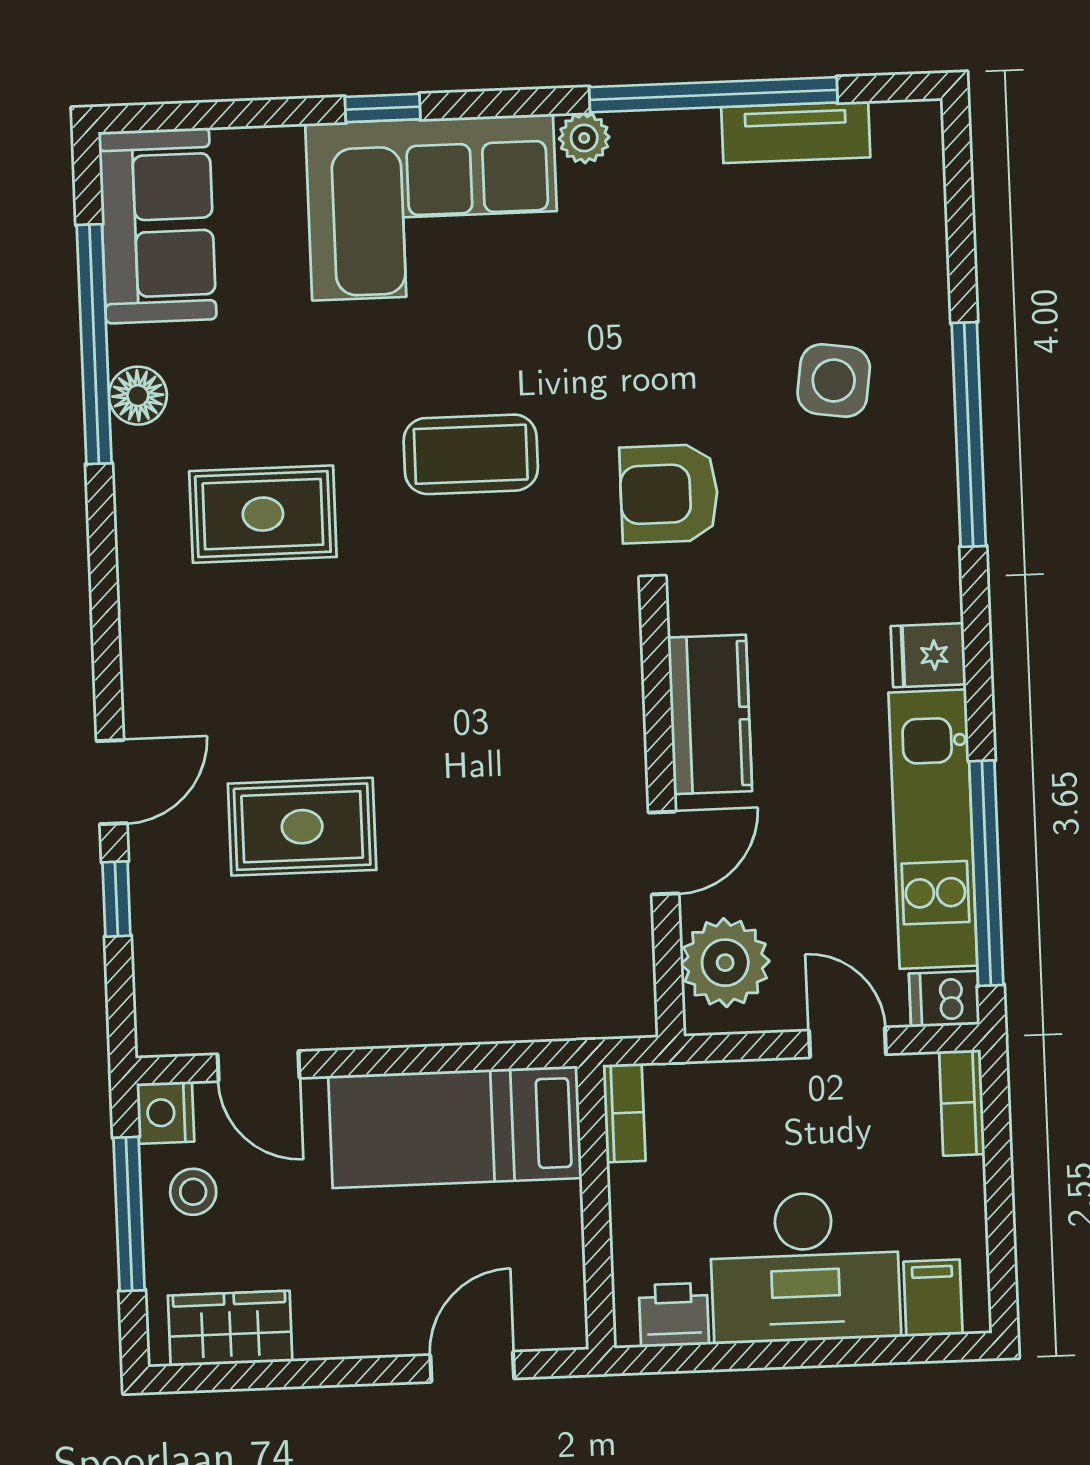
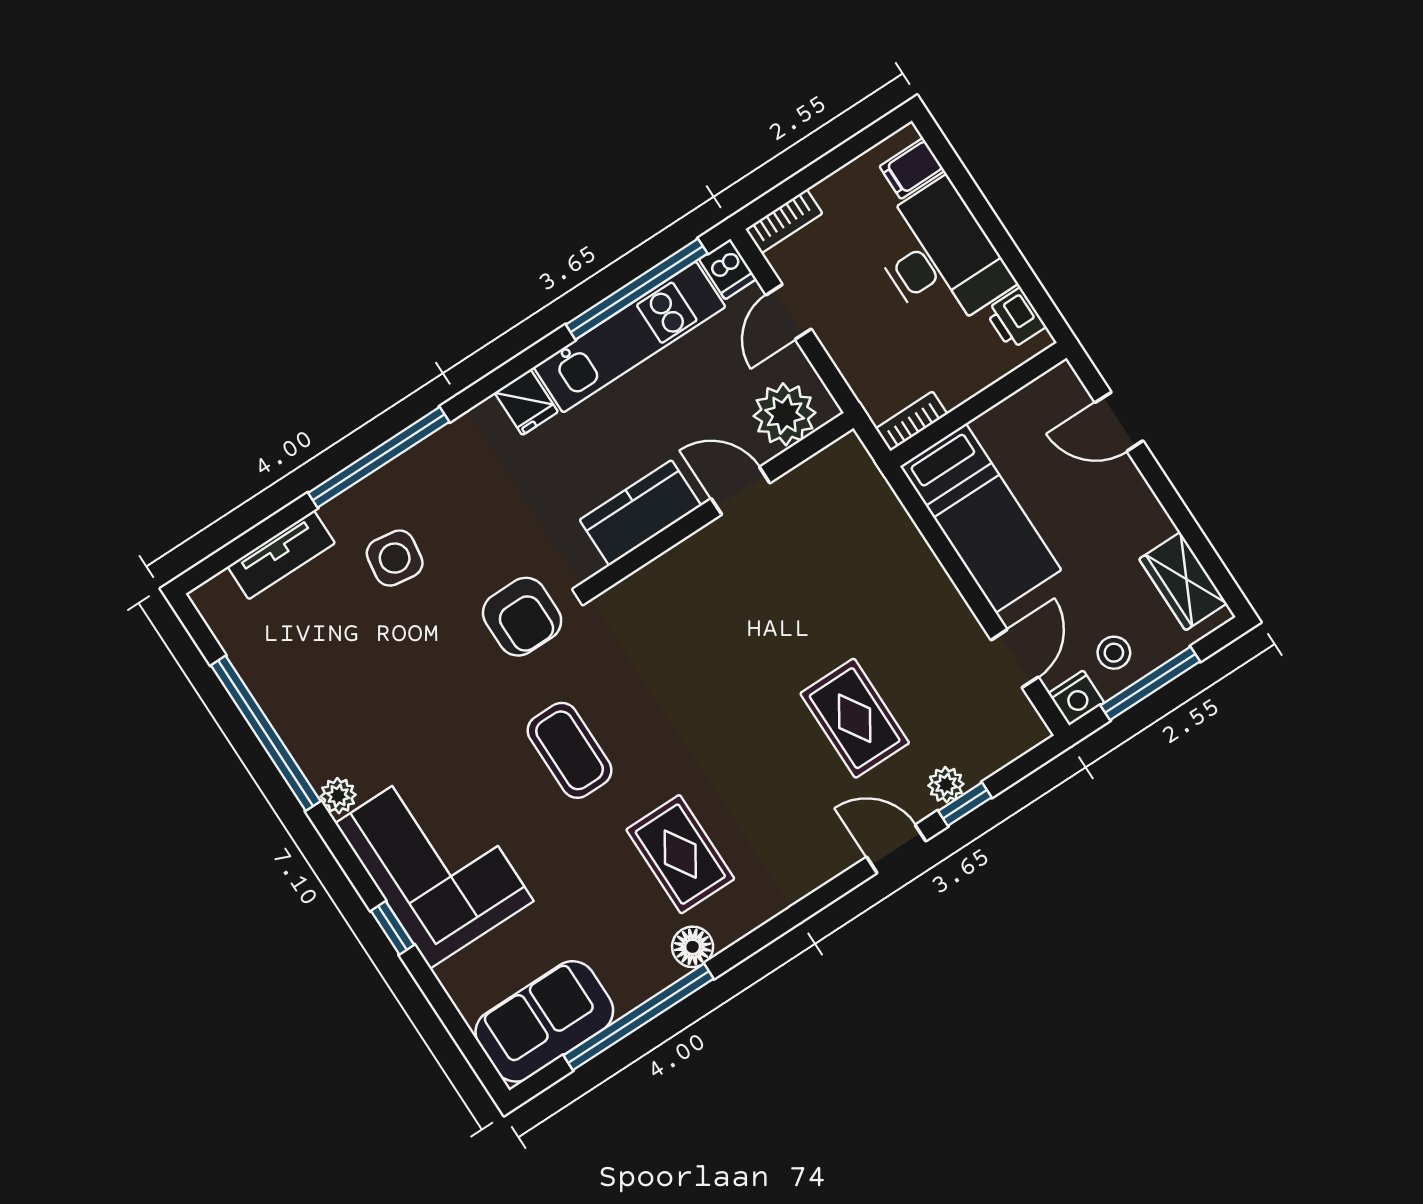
tv unit: (796, 132) -> (281, 555), moved, turned 90
floor lamp: (138, 396) -> (693, 947), moved
plant: (154, 890) -> (946, 785), added

